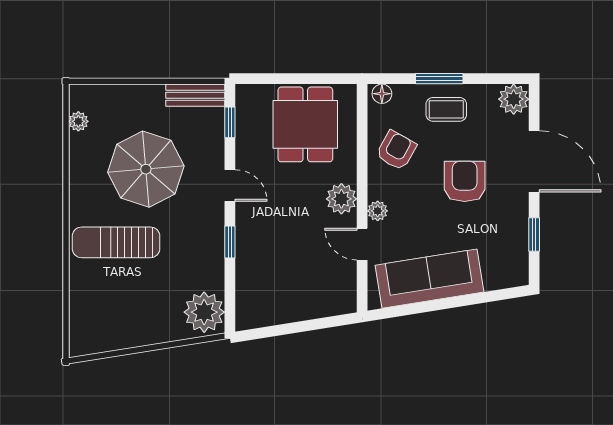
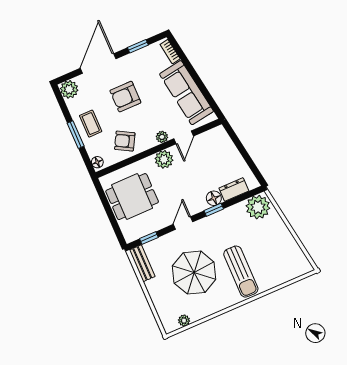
floor lamp: (248, 250) -> (214, 198), added
bookcase: (504, 281) -> (170, 52), added
dresser: (248, 287) -> (234, 190), added

